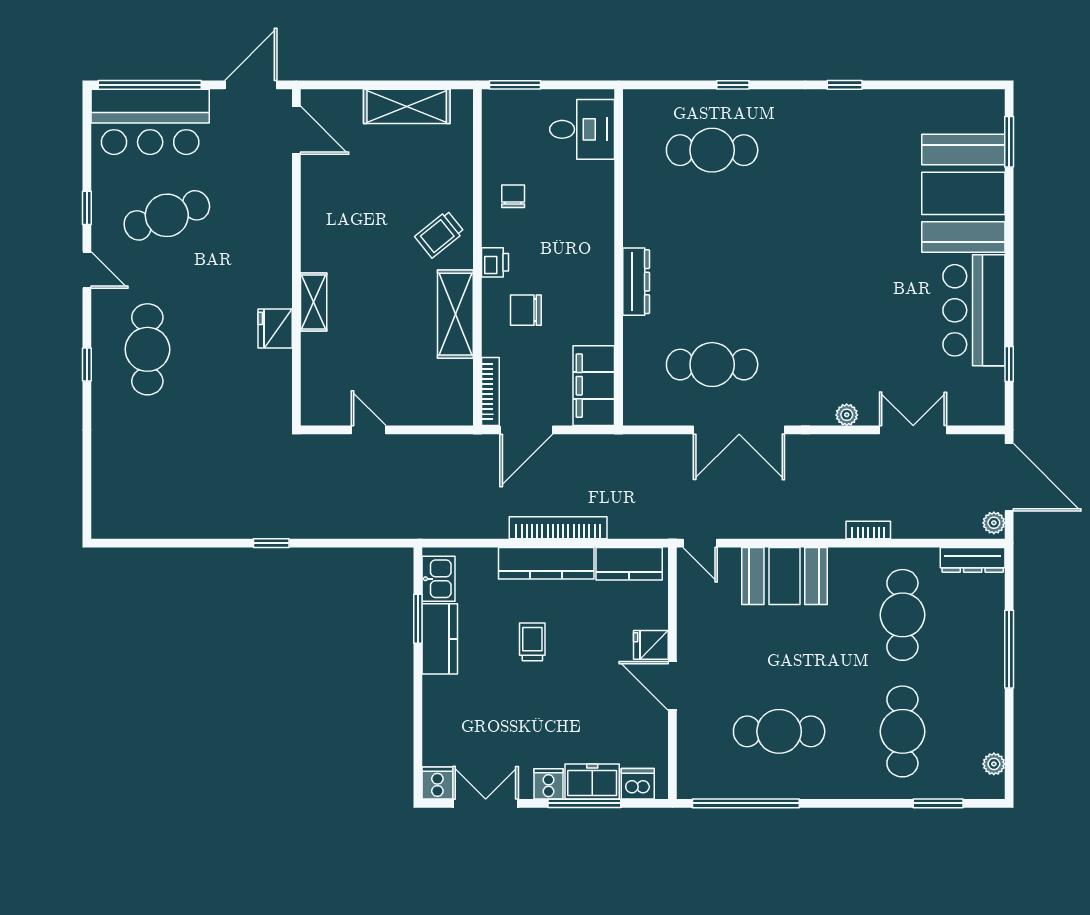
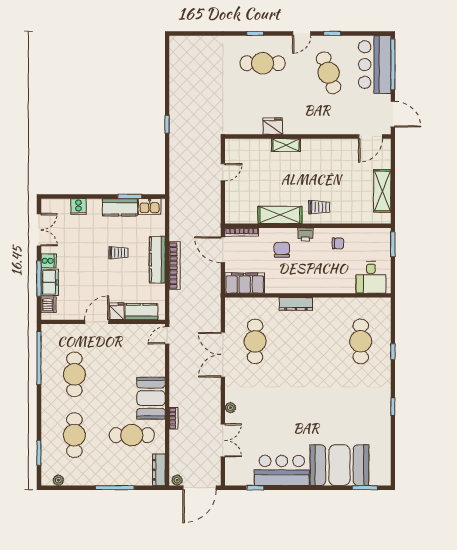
trolley: (440, 234) -> (319, 207), turned 129
kitchen counter: (629, 564) -> (142, 312), moved, turned 90
booth: (784, 576) -> (151, 398), moved
cafe table: (902, 731) -> (74, 435), turned 90
cooker: (437, 783) -> (78, 206), moved, turned 90

